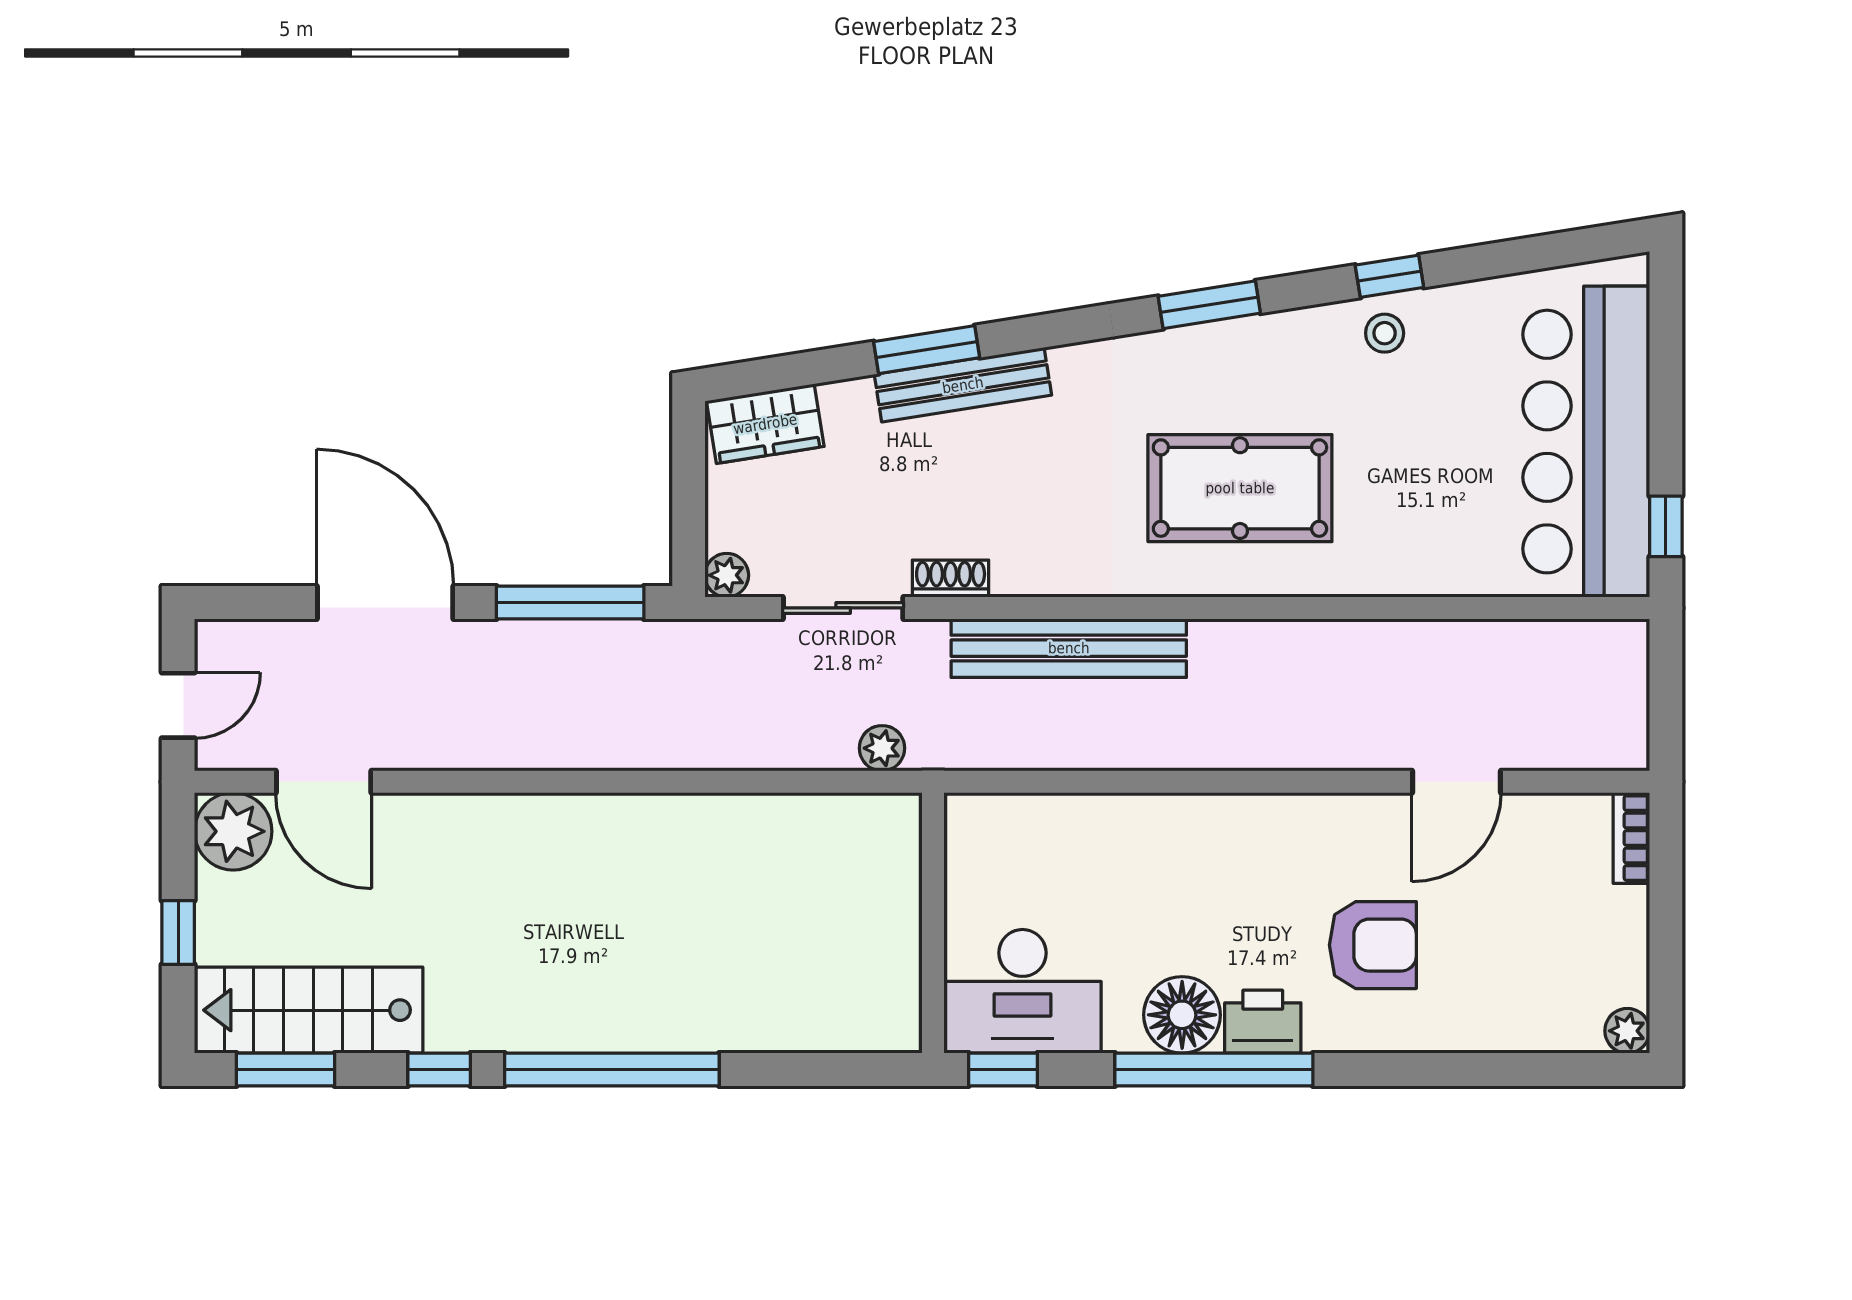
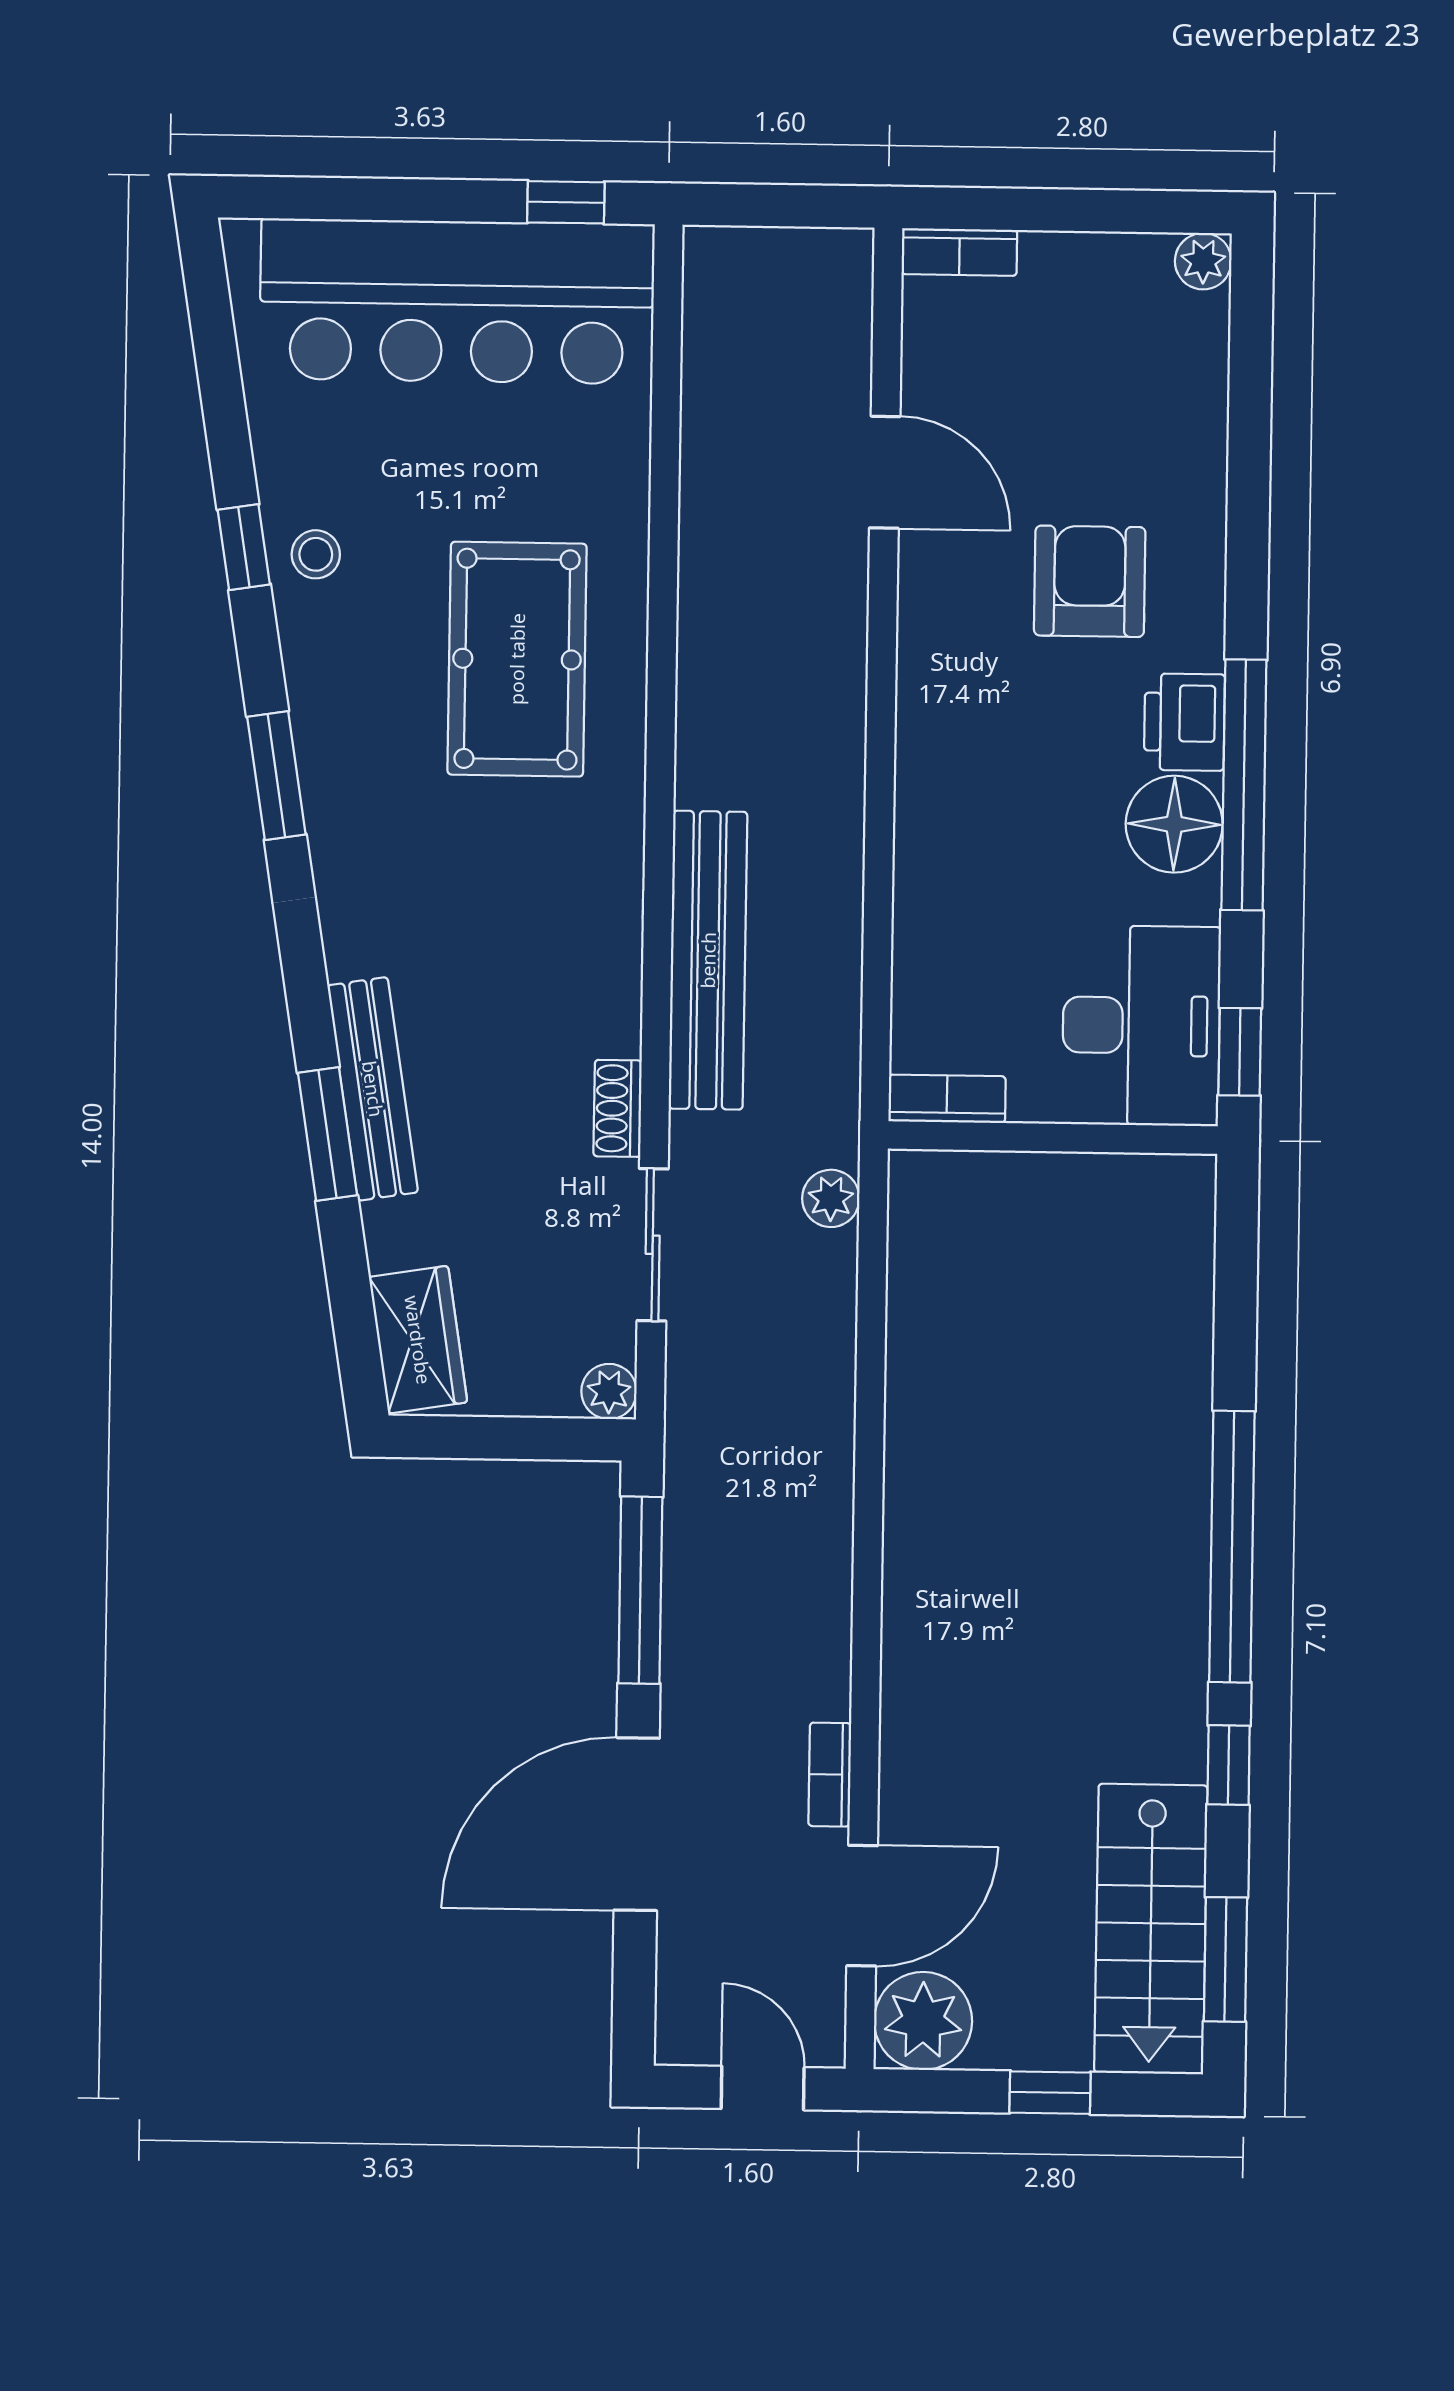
pool table: (1240, 488) -> (517, 659), moved
bookcase: (427, 754) -> (830, 1775), added
bookcase: (962, 839) -> (947, 1099), added

